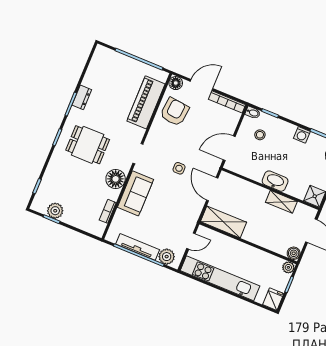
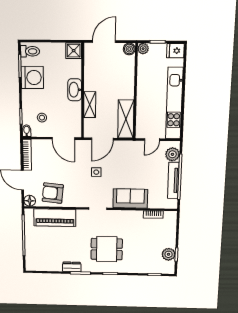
washing machine: (302, 135) -> (32, 77), width x1.89, depth x1.89
dining table: (88, 145) -> (107, 249), turned 90
floor lamp: (116, 179) -> (125, 218), removed
shelving: (281, 202) -> (90, 105), moved
door: (191, 241) -> (152, 140), swing flipped

